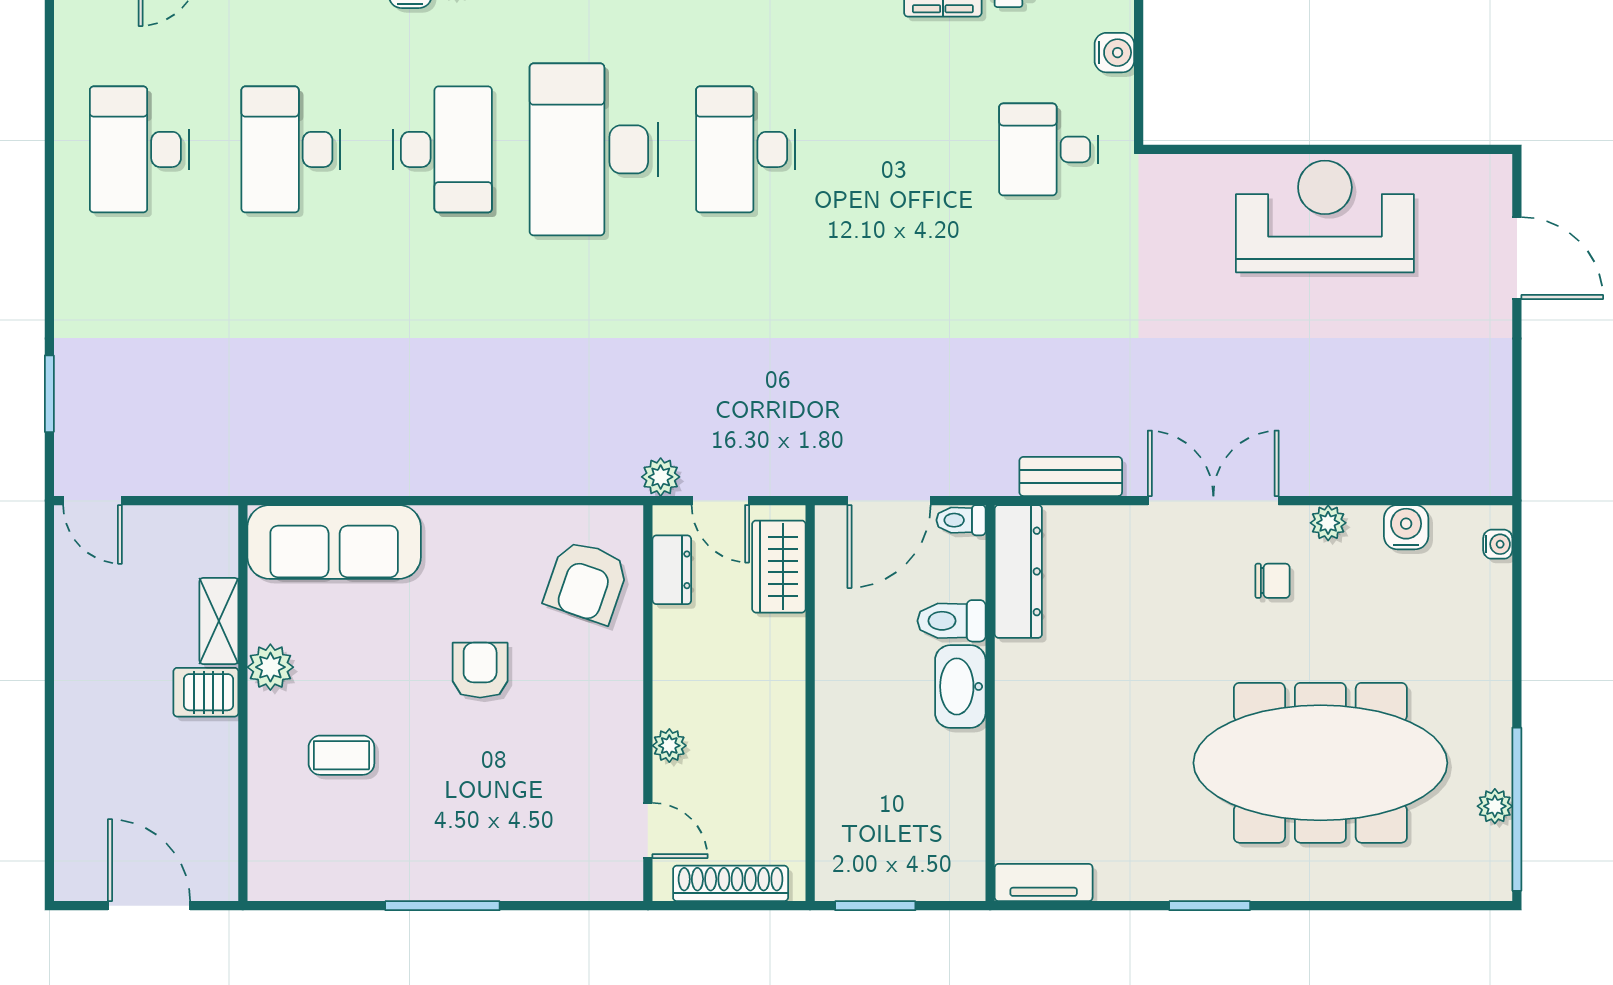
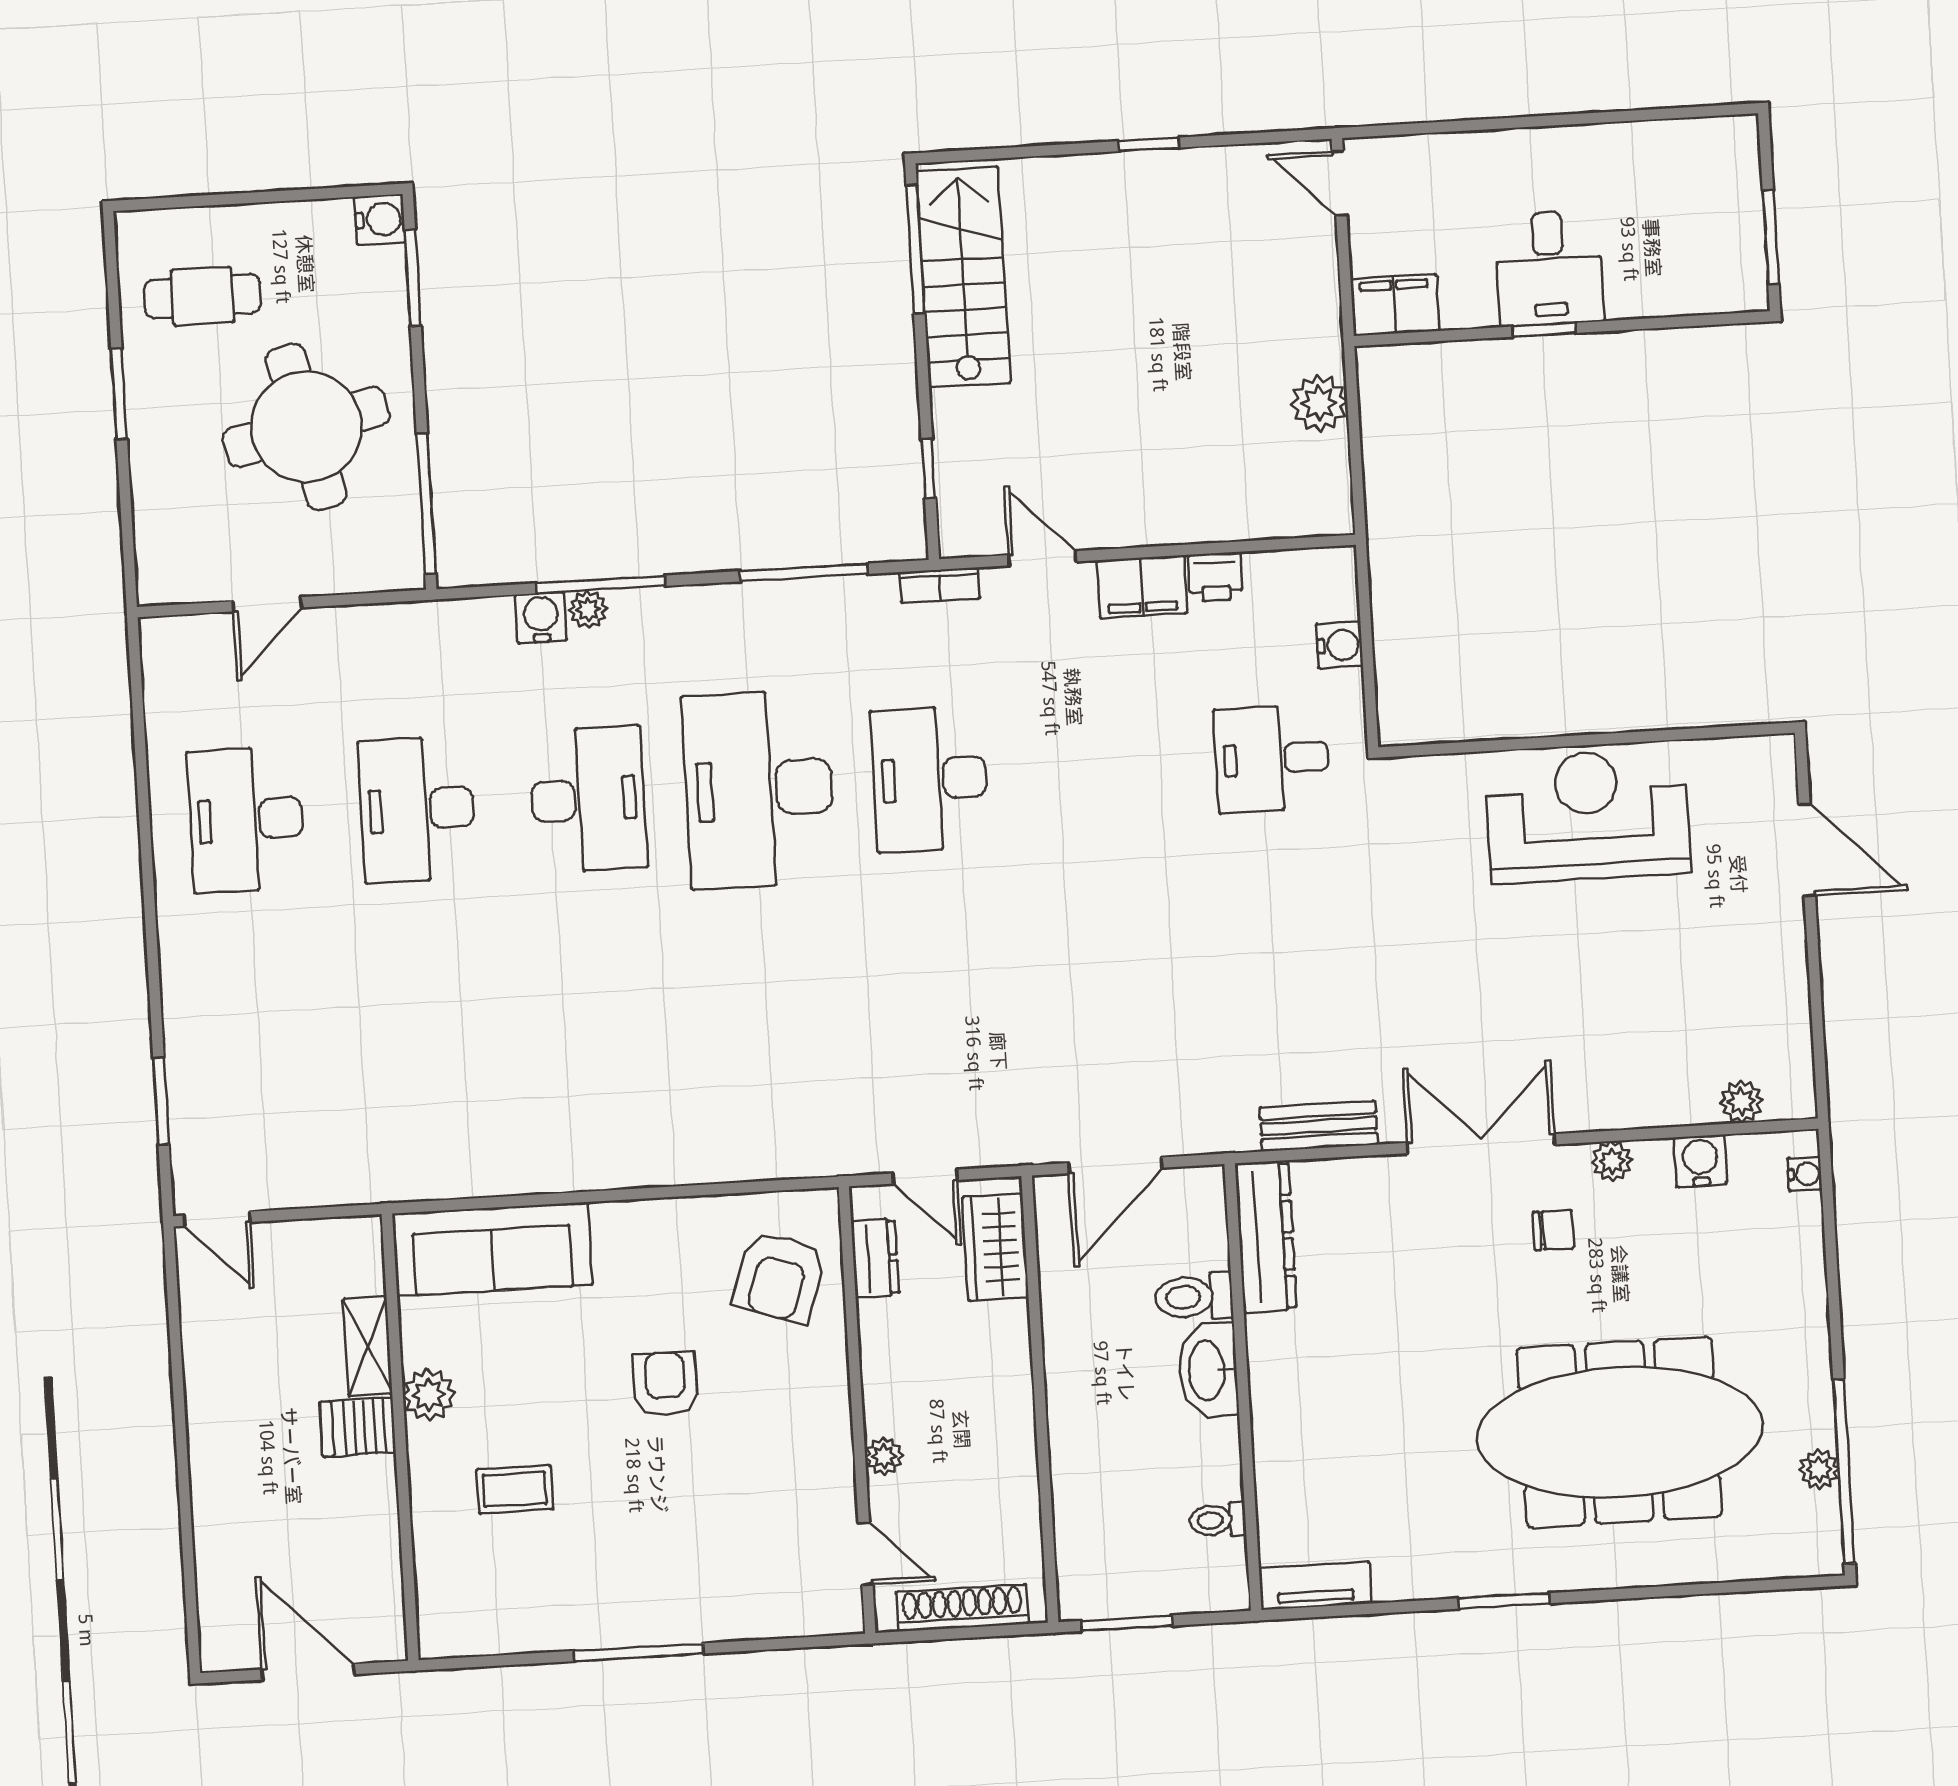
plant: (661, 477) -> (1741, 1101), moved
toilet: (961, 520) -> (1218, 1520), moved

